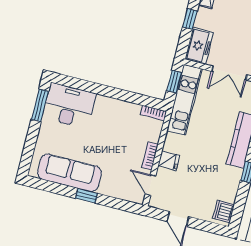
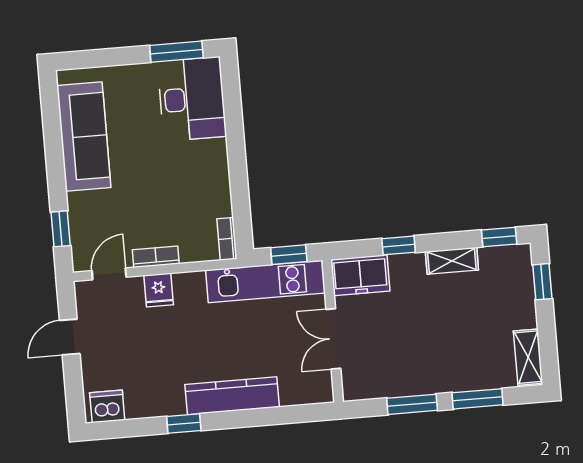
window: (86, 196) -> (61, 229), moved

